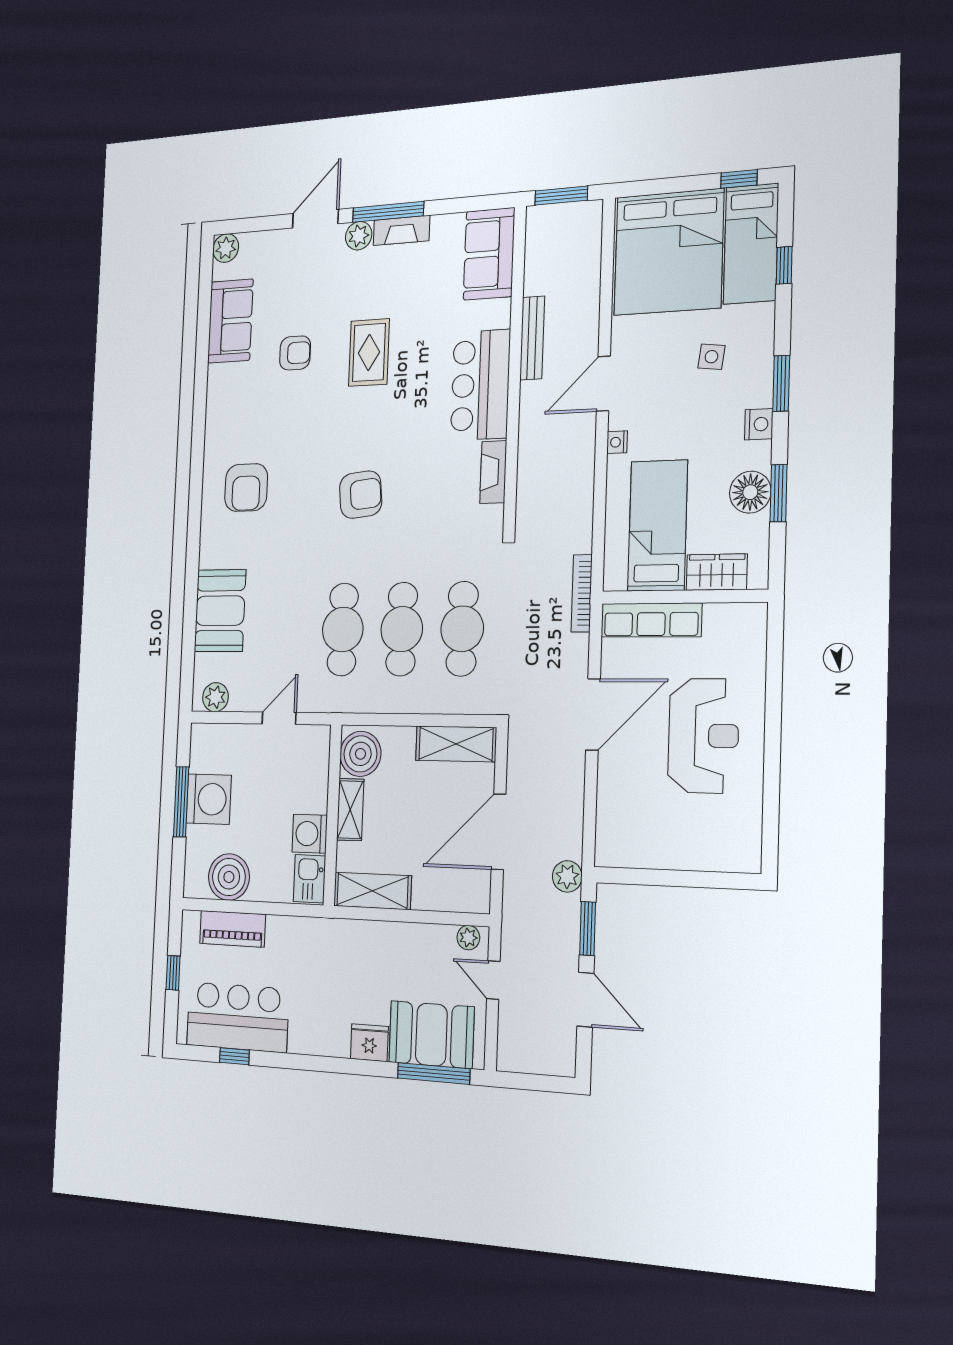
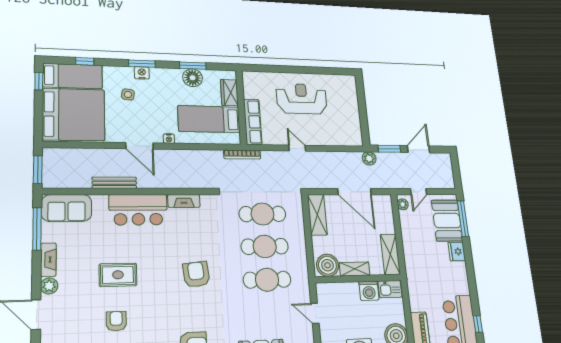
window: (388, 212) -> (37, 229), moved
nightstand: (759, 424) -> (142, 73), moved
door: (593, 714) -> (297, 148), width x0.53

